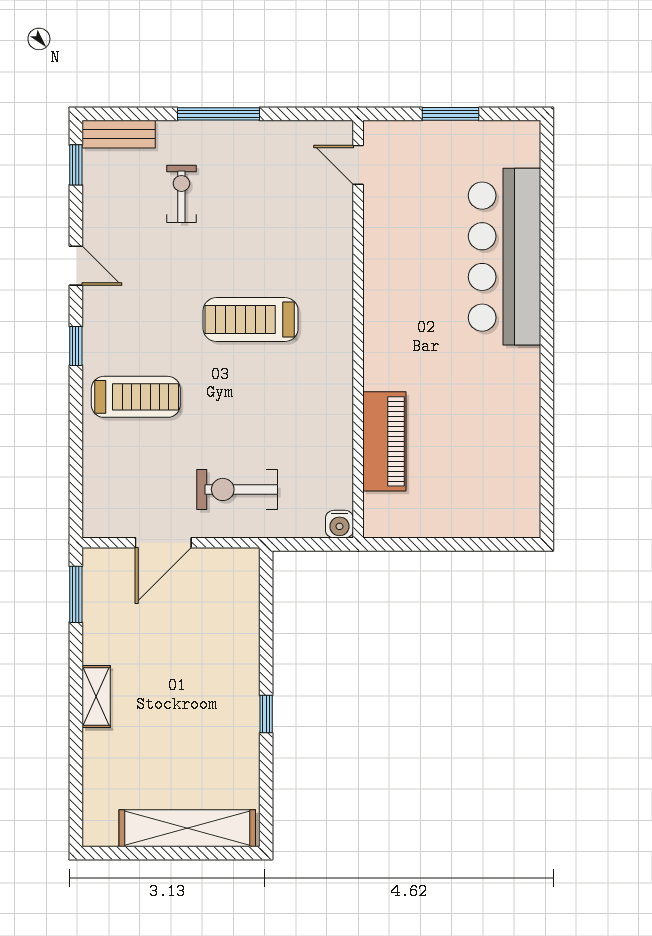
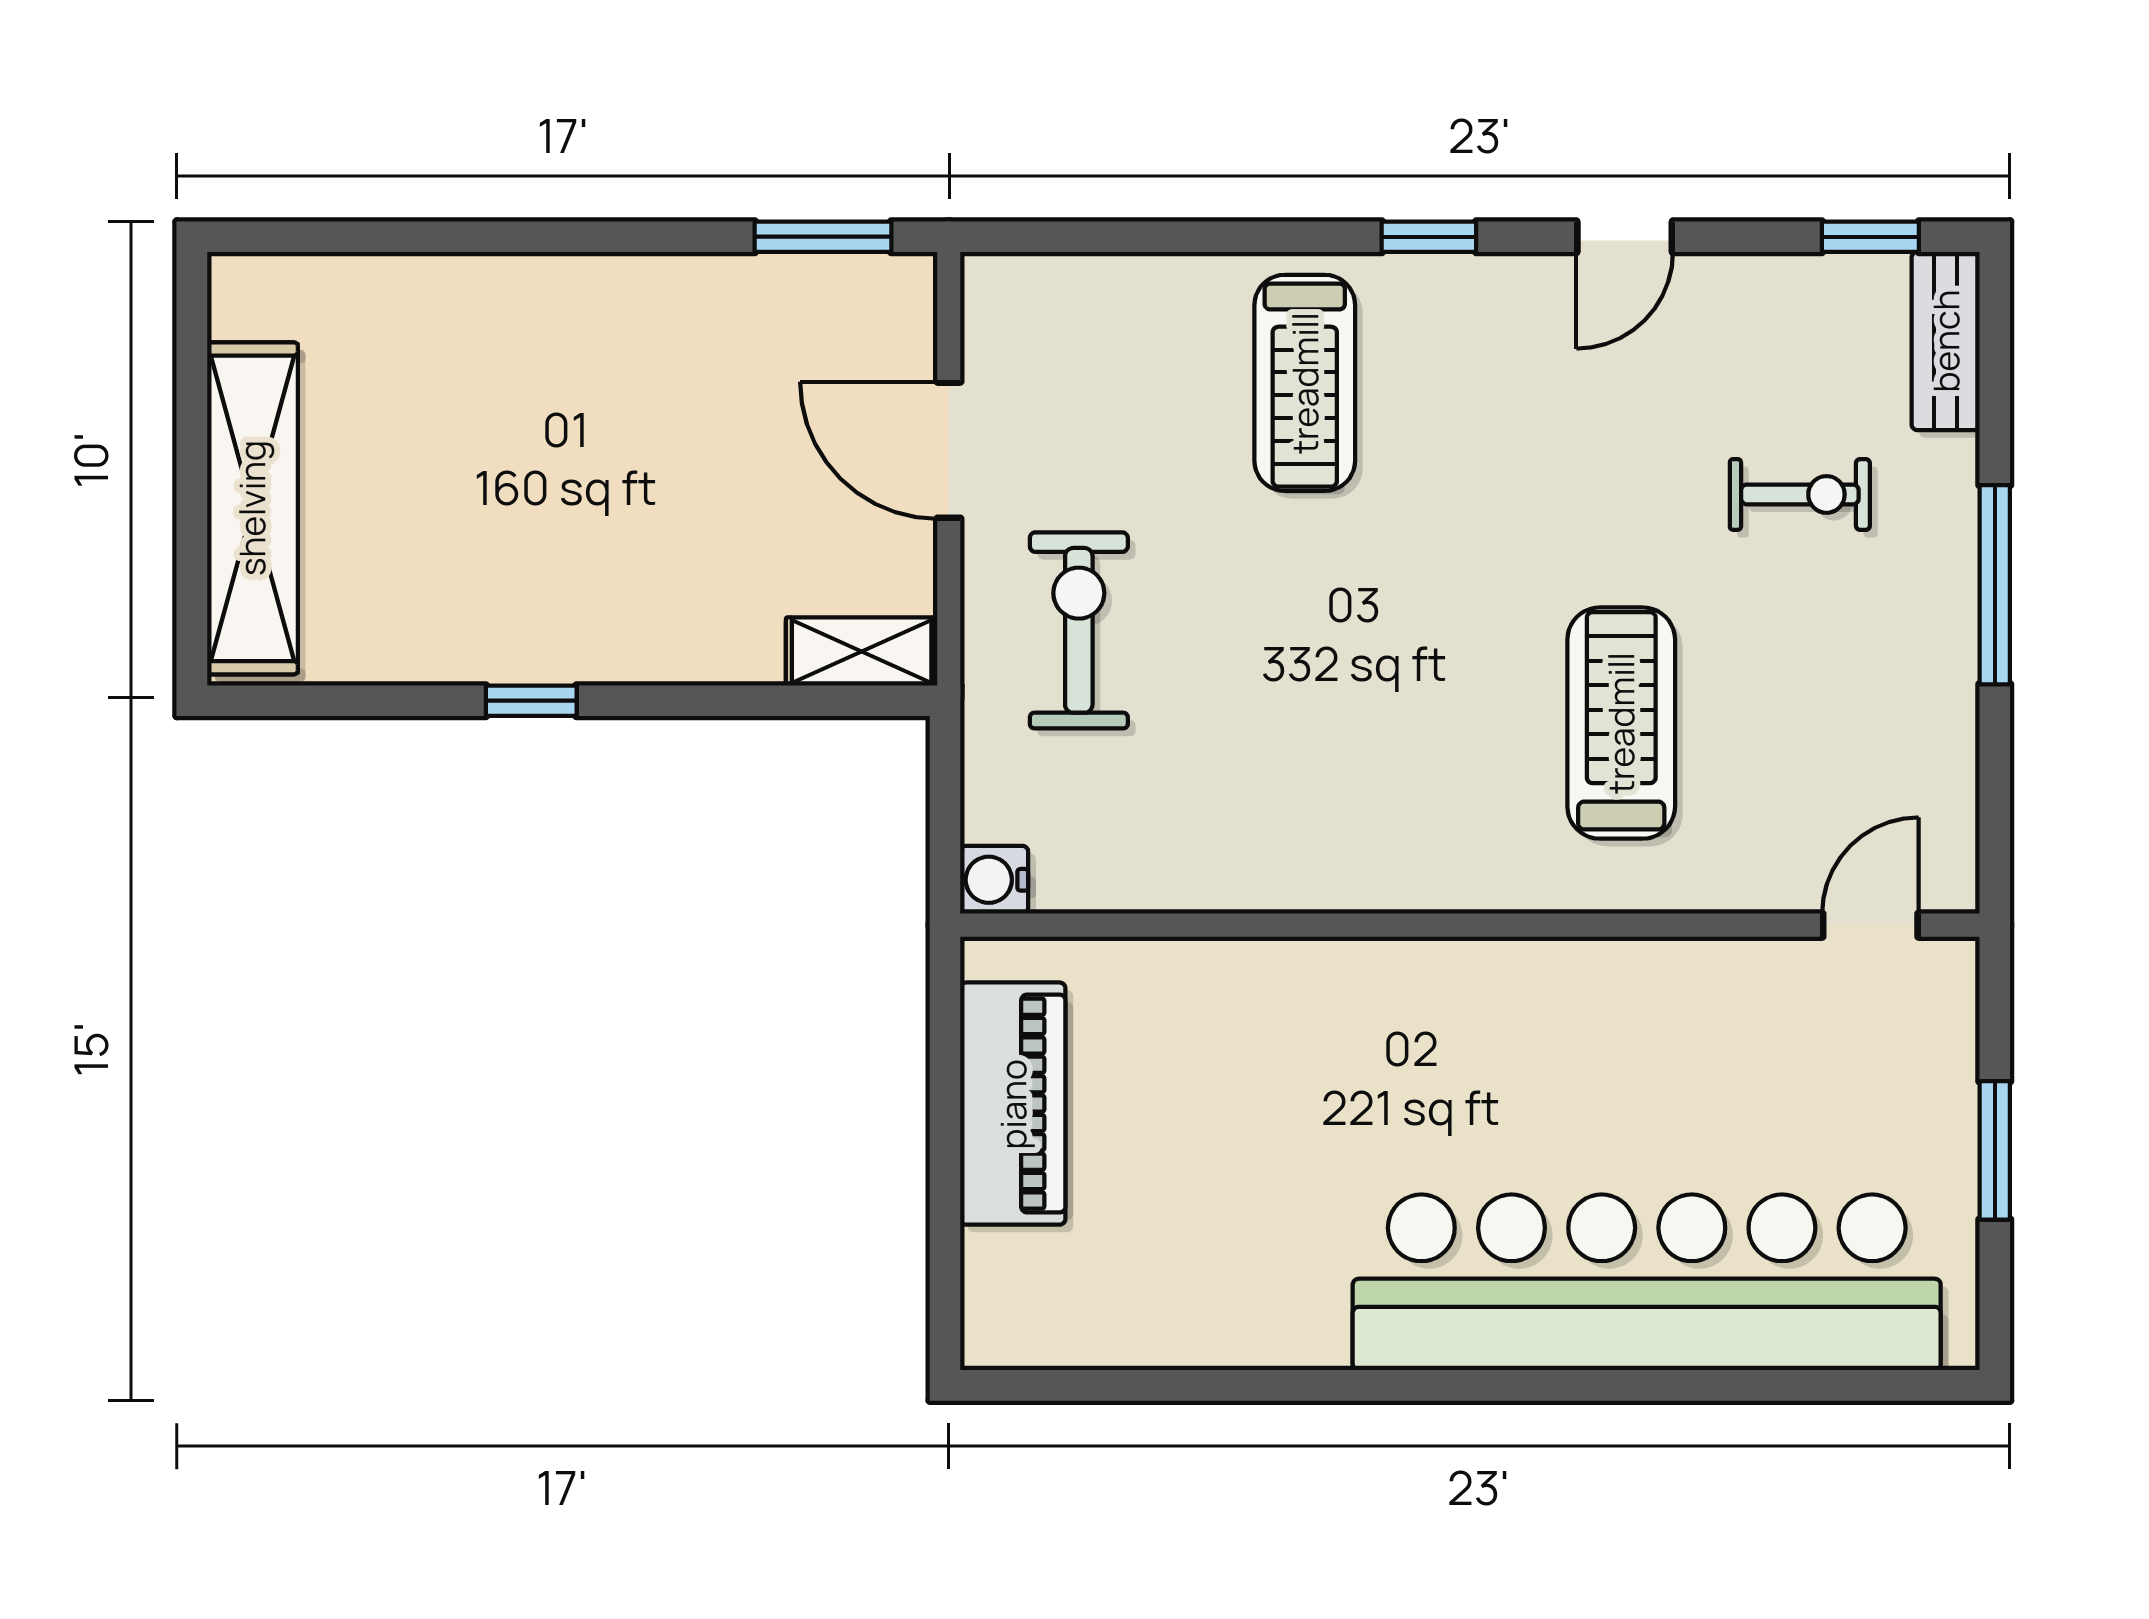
bar counter: (505, 257) -> (1647, 1282), width x1.36
treadmill: (251, 320) -> (1621, 723), moved
piano: (384, 441) -> (1013, 1104), moved, turned -90
shelving: (96, 696) -> (862, 651), moved

